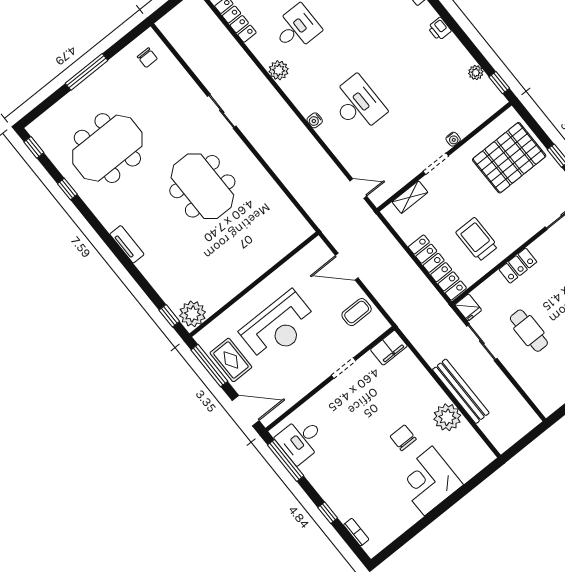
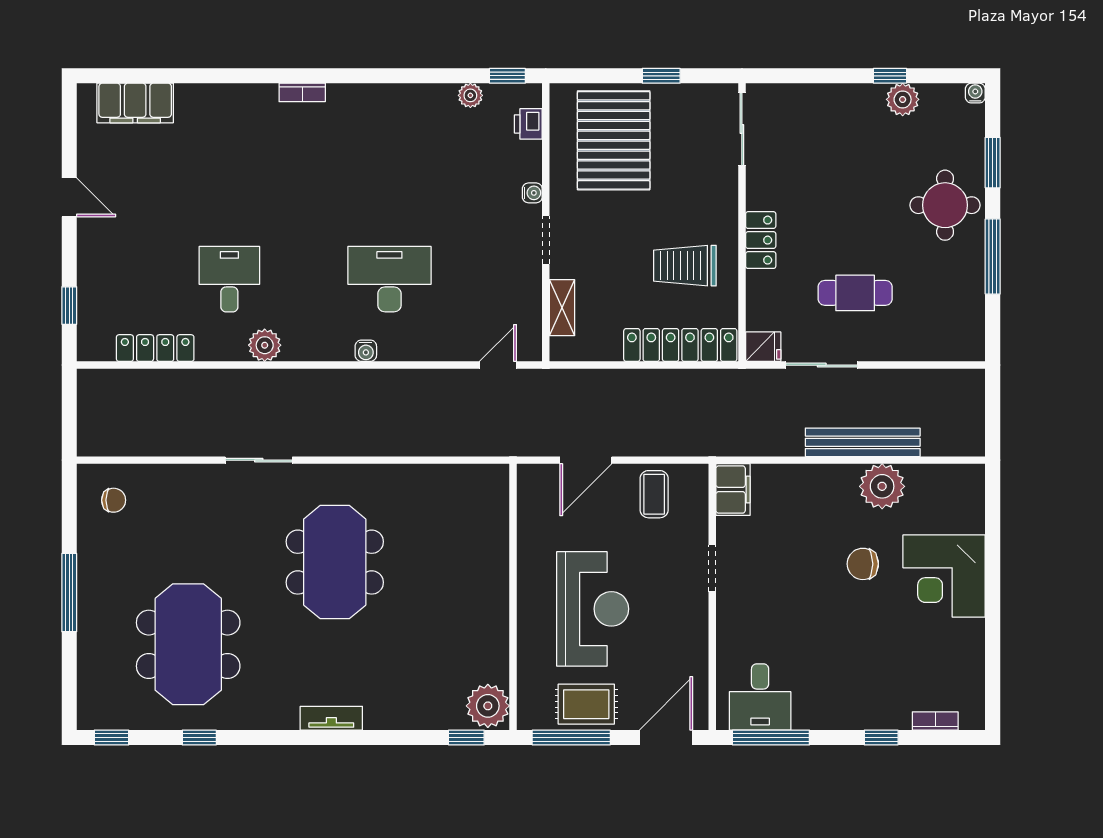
printer: (439, 29) -> (528, 124), moved, turned 90
meeting table: (202, 186) -> (335, 562), turned 90

